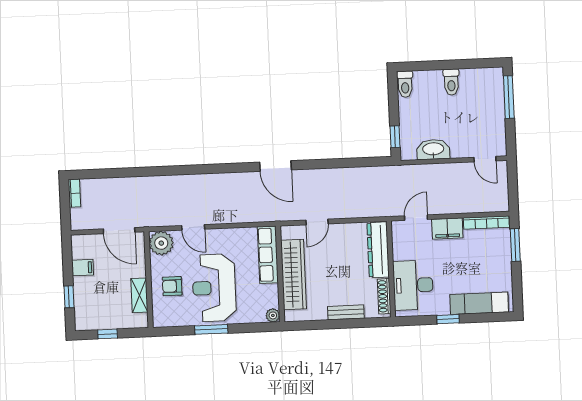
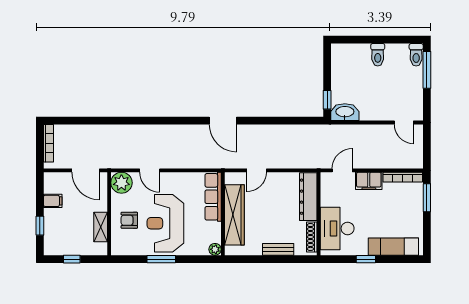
toilet: (405, 84) -> (416, 55), moved
washbasin: (433, 149) -> (345, 112), moved
bookcase: (74, 193) -> (48, 143), width x1.56

